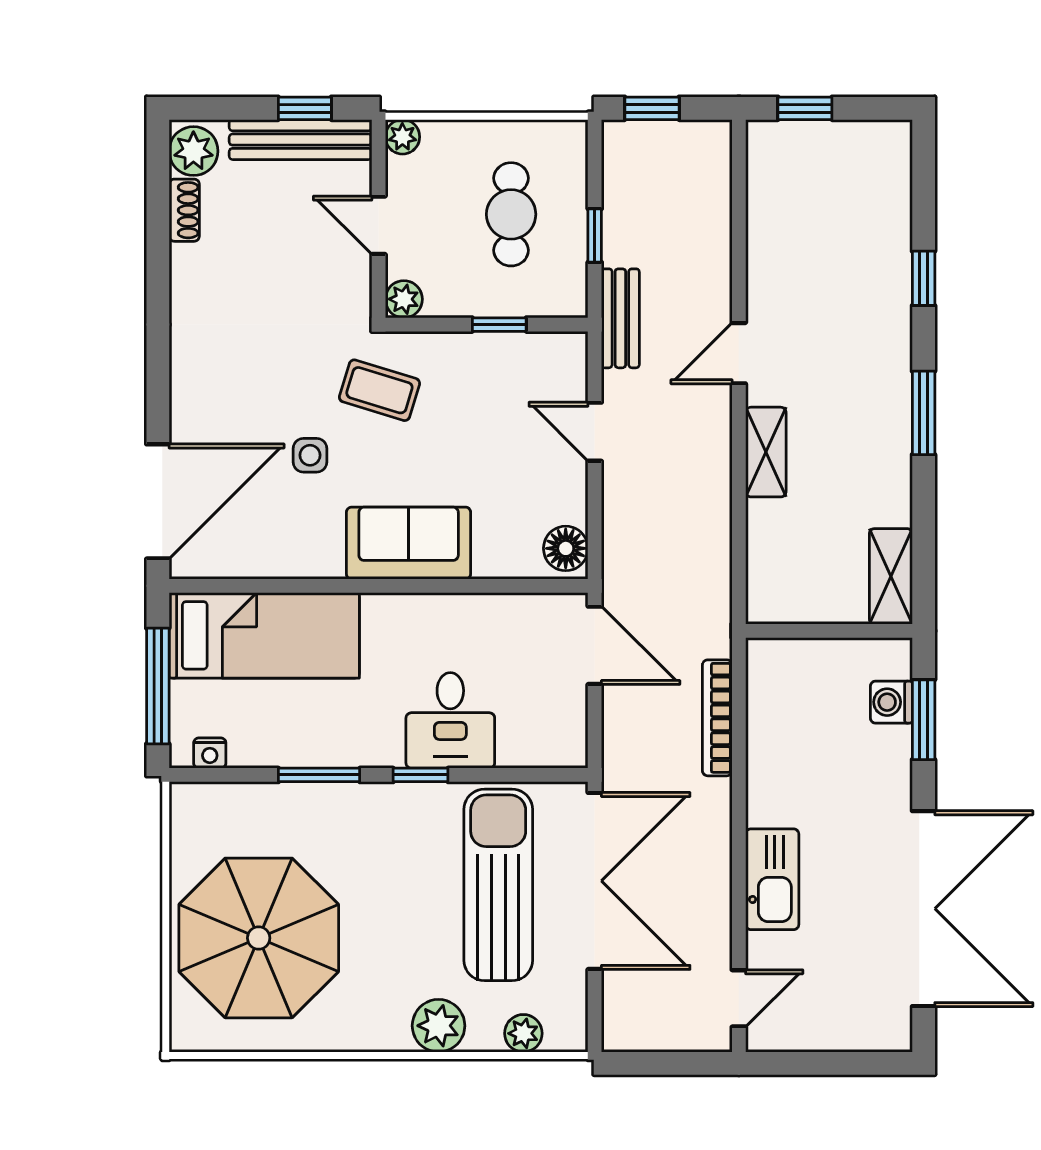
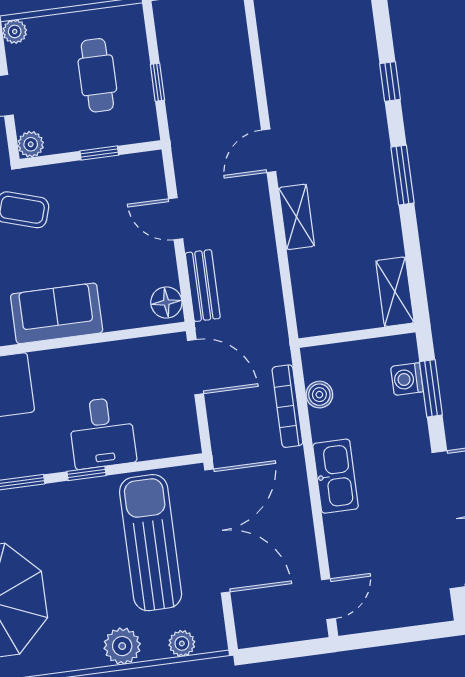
bench: (620, 318) -> (203, 286), moved
boiler: (765, 708) -> (319, 395), added
kitchen sink: (772, 879) -> (336, 476), moved

